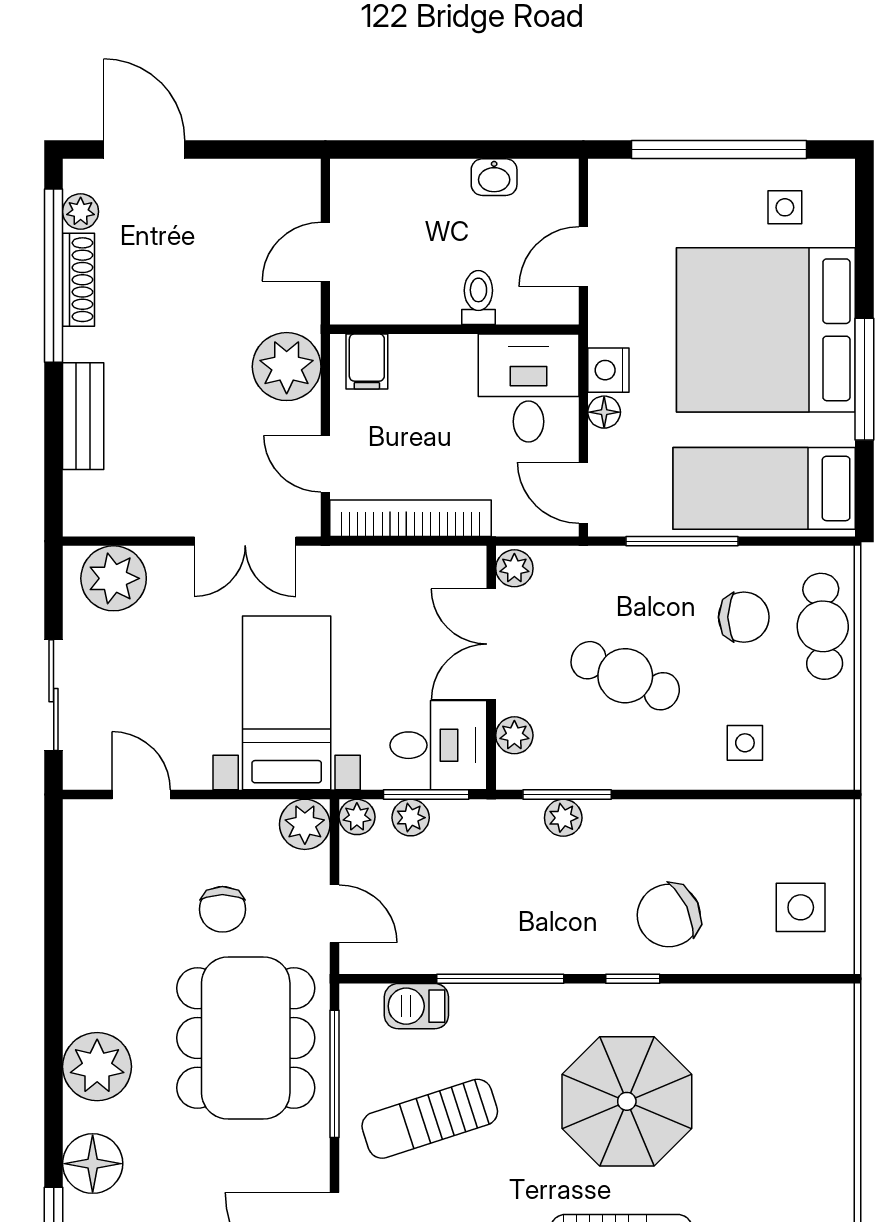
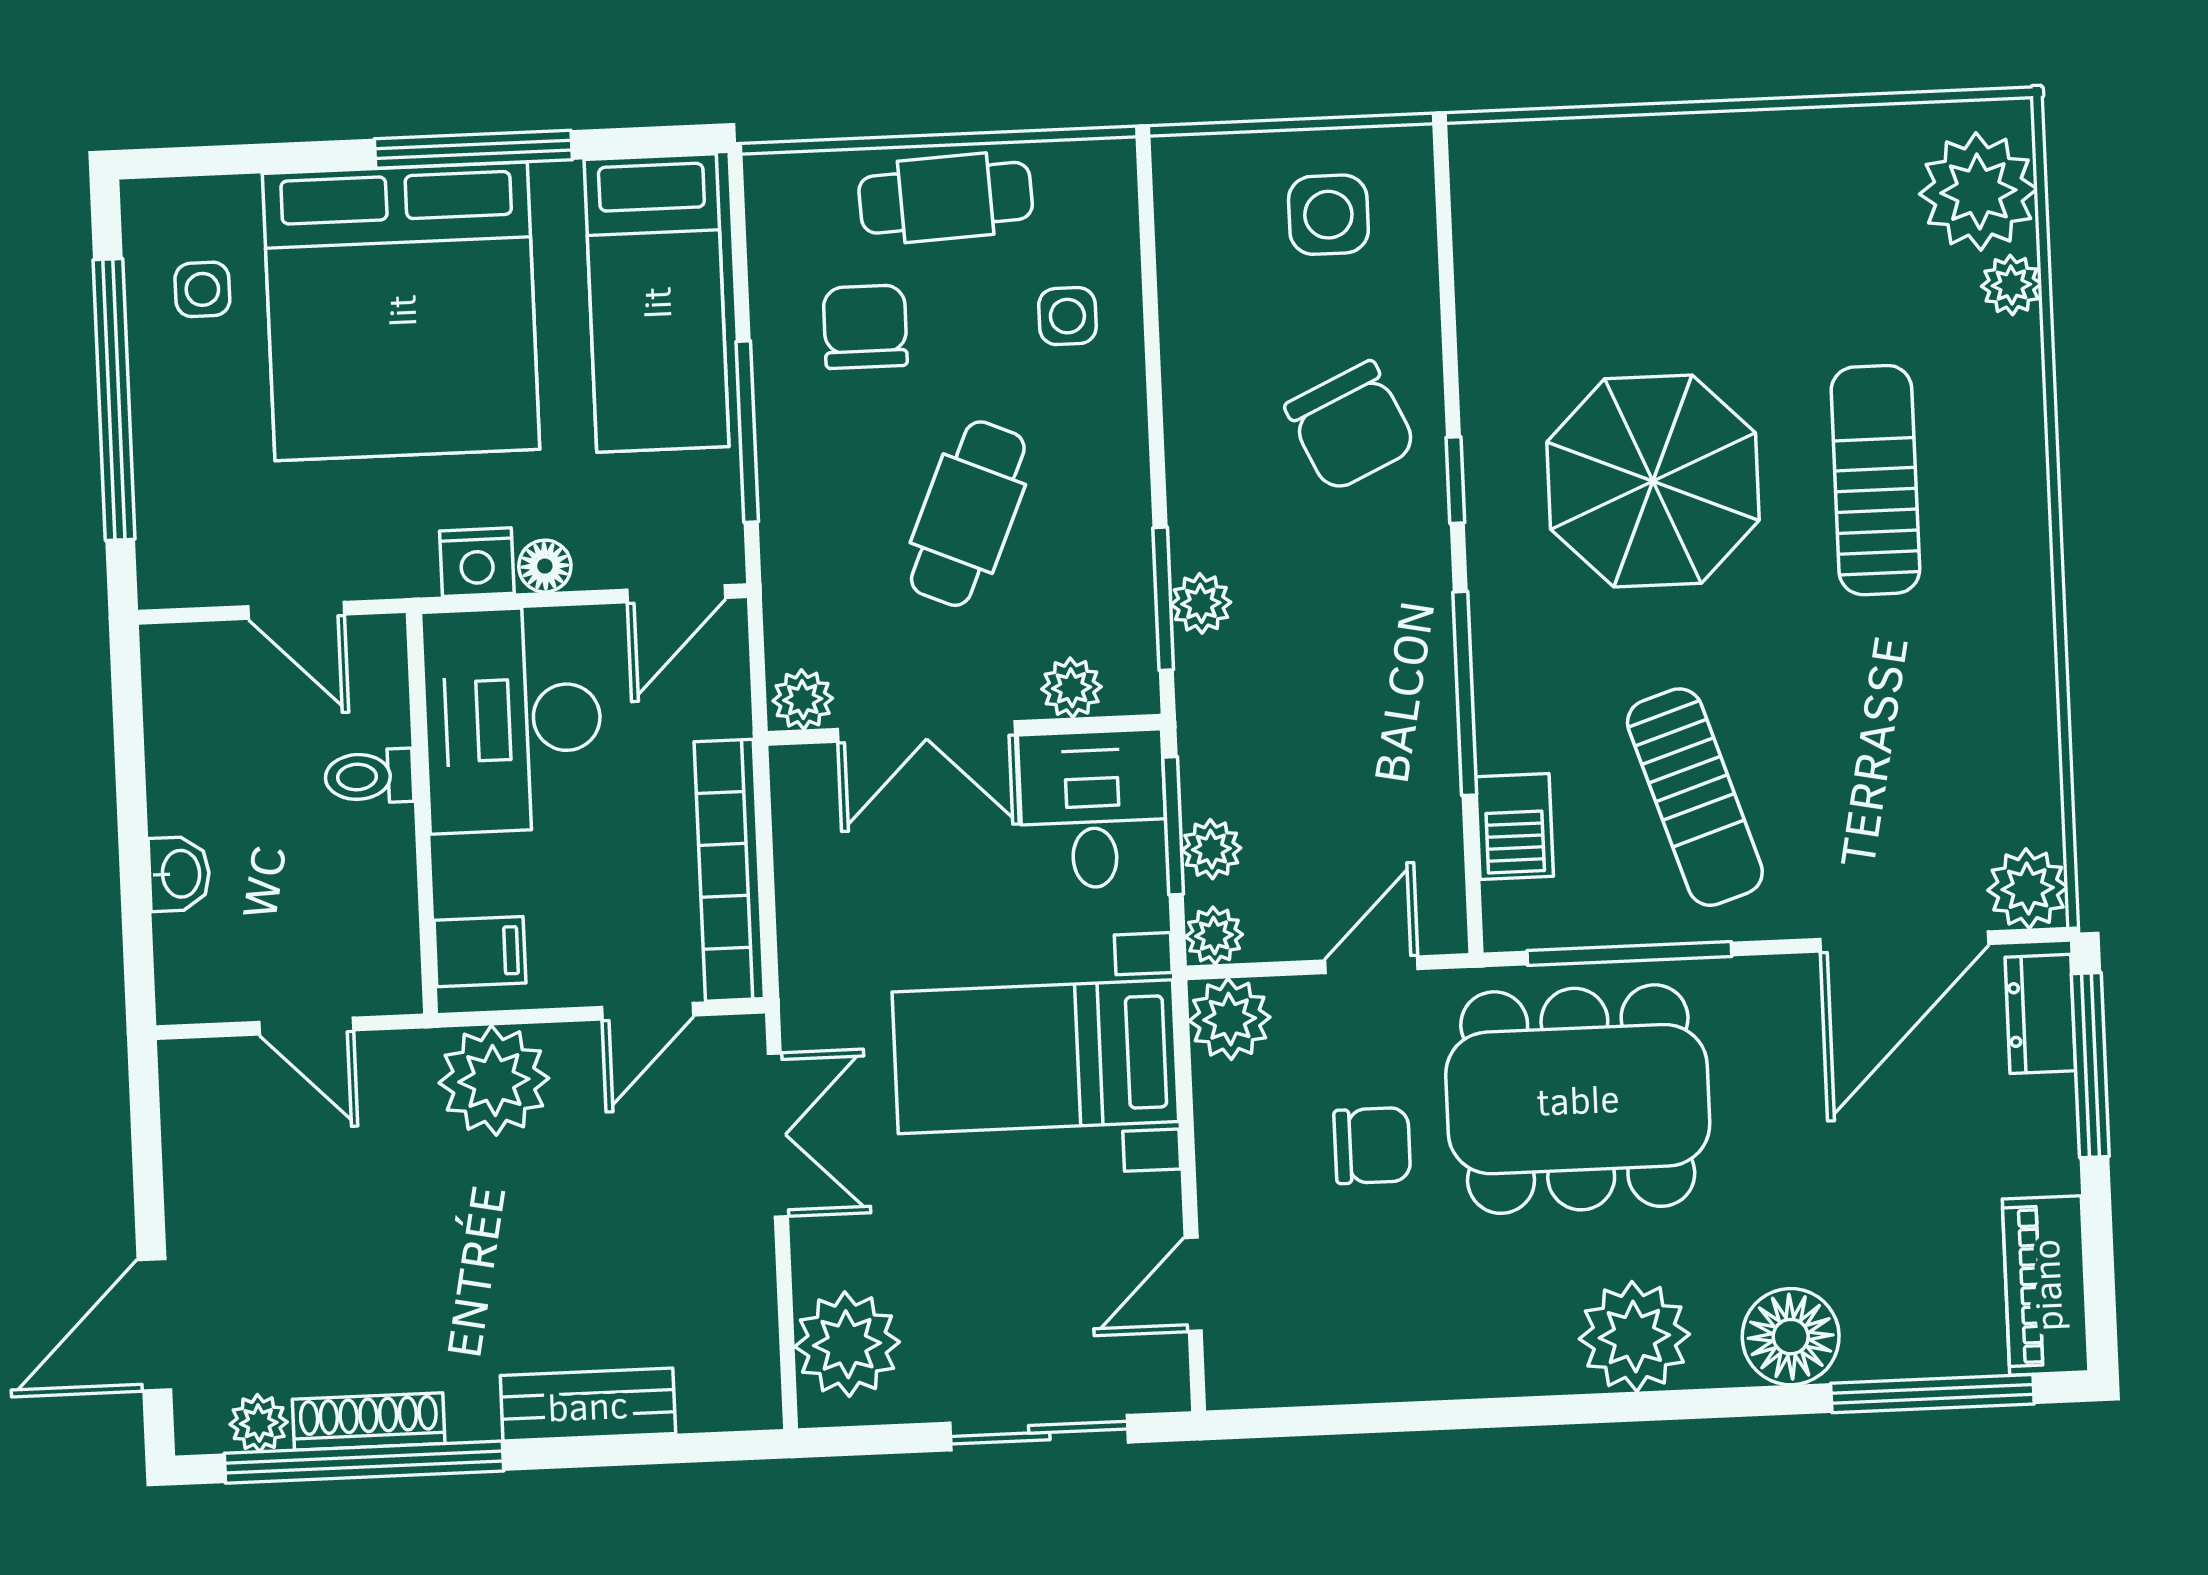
washbasin: (494, 177) -> (179, 874), moved
desk: (529, 388) -> (513, 720), width x1.37
cafe table: (823, 626) -> (946, 198), moved

